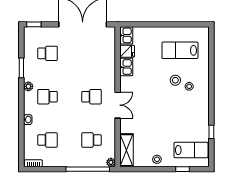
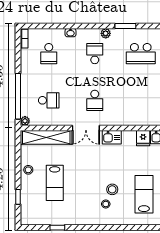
school desk: (47, 53) -> (141, 54), width x1.85
kitchen sink: (126, 67) -> (112, 137), moved
school desk: (91, 140) -> (49, 100), turned 90
shelving: (126, 150) -> (46, 137), width x1.47
lab bench: (191, 150) -> (55, 183), moved

